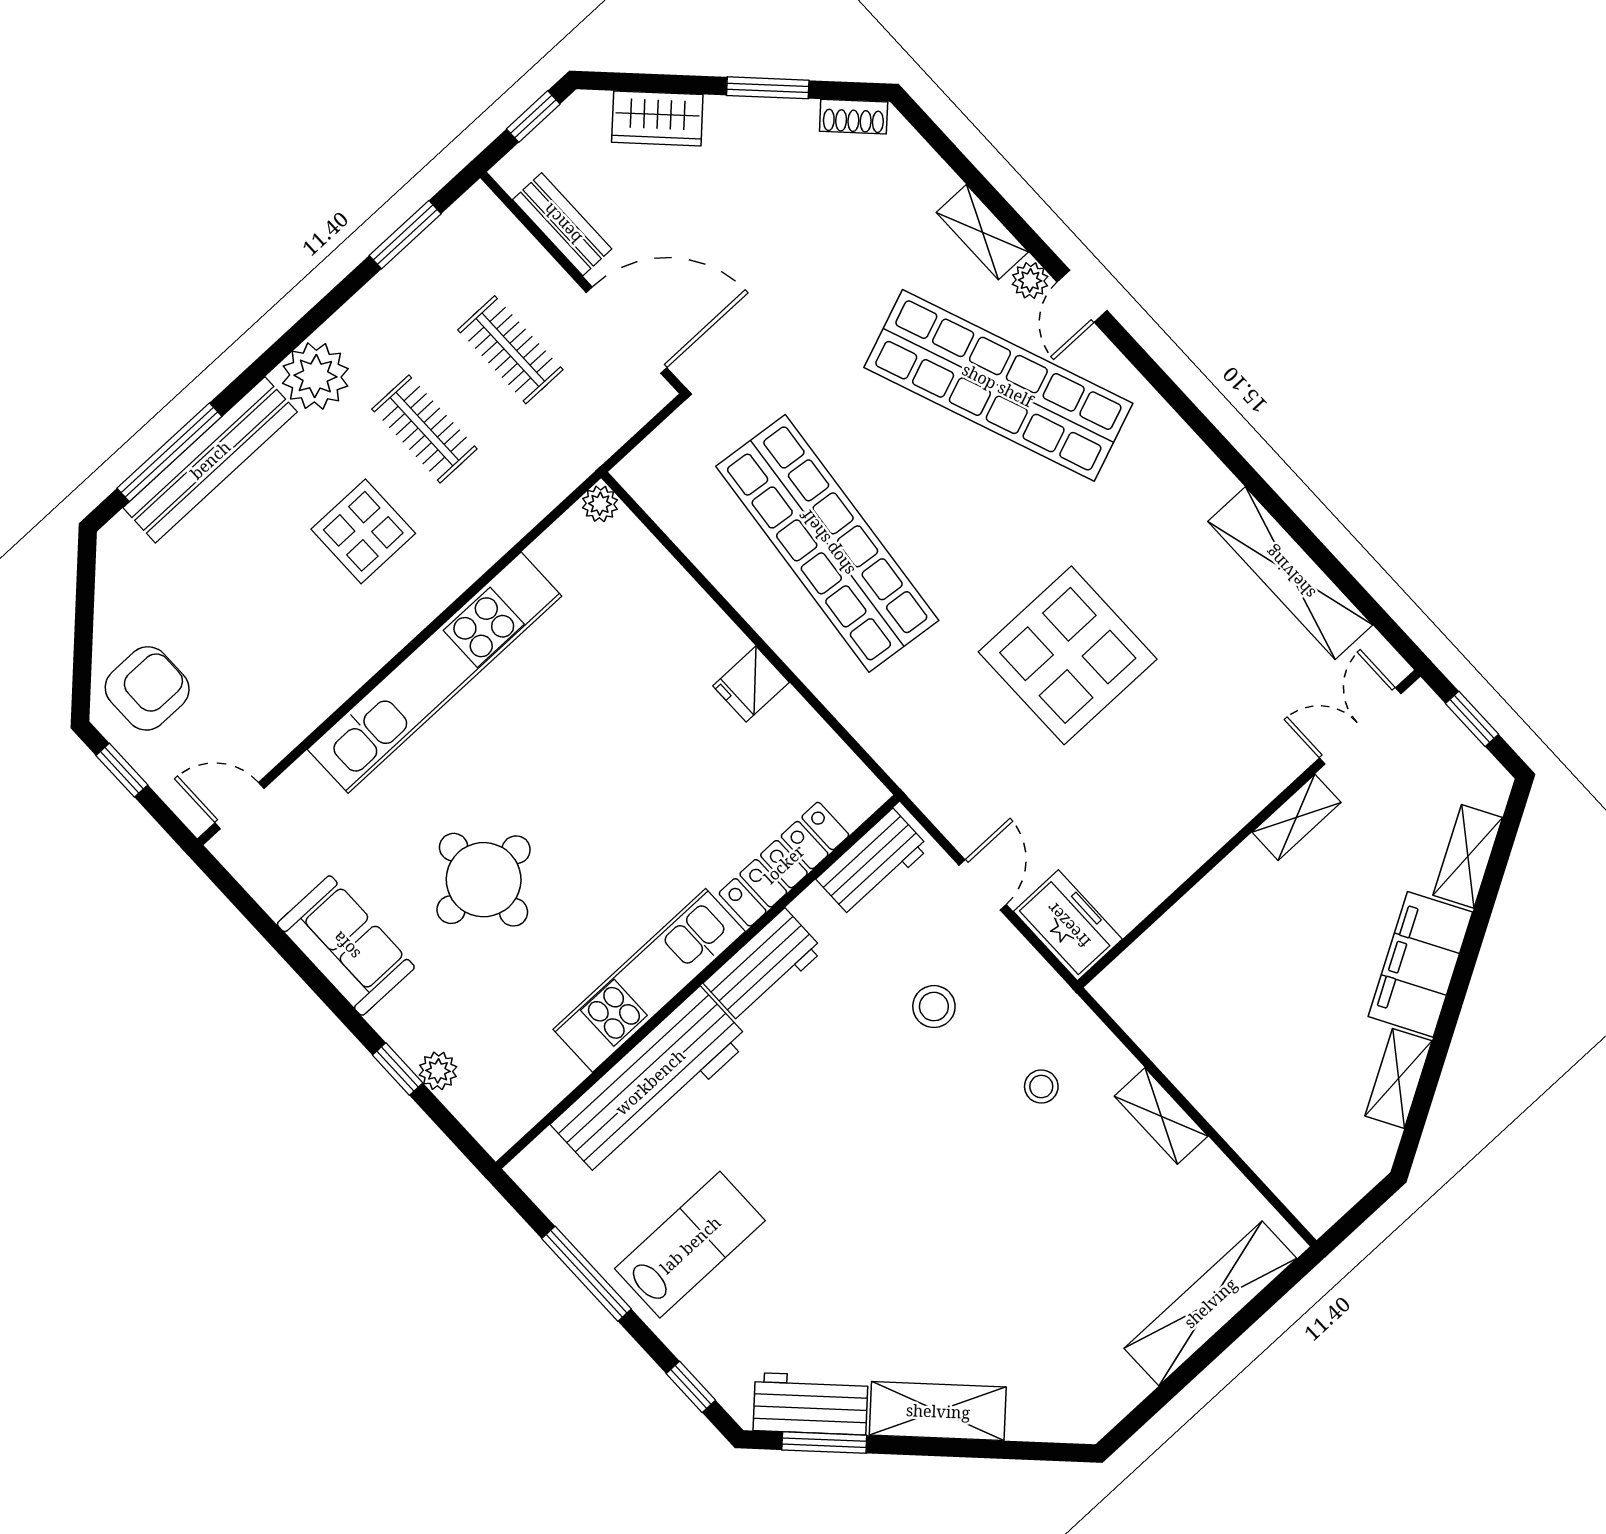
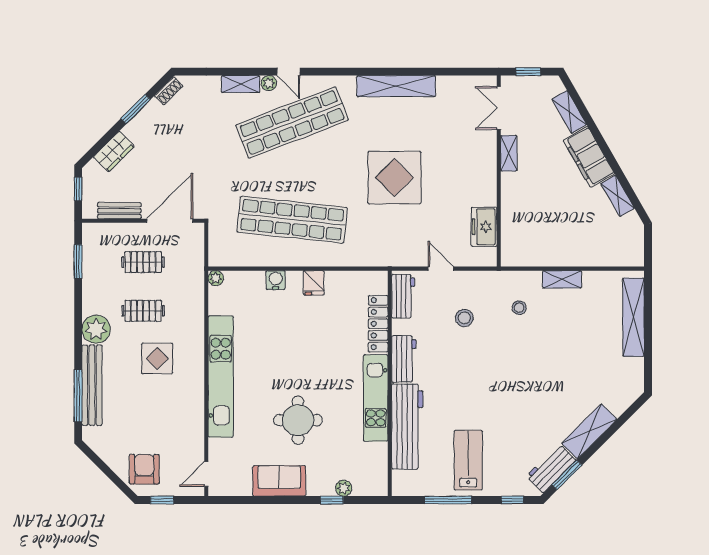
shelving: (1290, 573) -> (396, 86), moved
water cooler: (694, 613) -> (276, 280), added
freezer: (1068, 925) -> (484, 227), moved, turned -90

